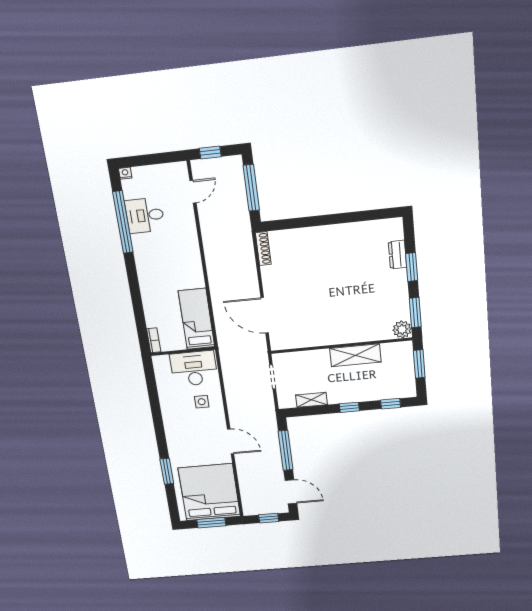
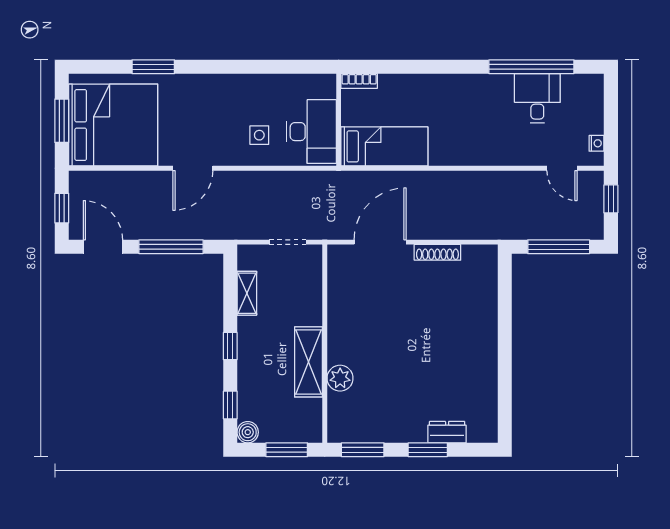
nightstand: (125, 173) -> (597, 143), moved
shoe rack: (263, 249) -> (437, 252), moved
plant: (402, 329) -> (340, 378), moved
boiler: (409, 391) -> (248, 432), added
door: (291, 492) -> (103, 247), swing flipped

